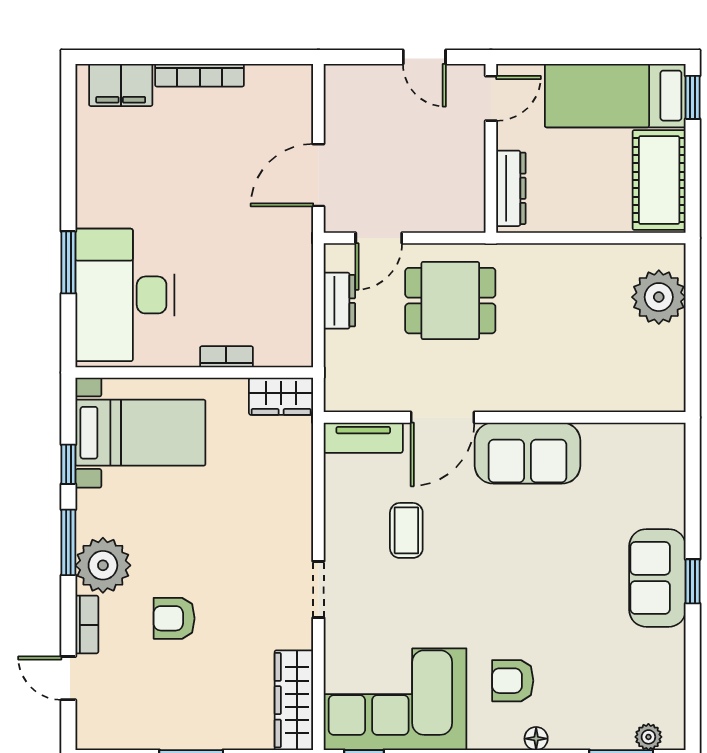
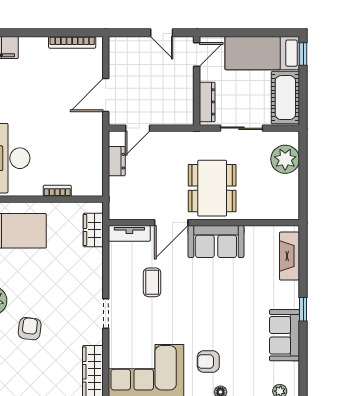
bookcase: (200, 75) -> (72, 42), moved
sliding door: (576, 238) -> (242, 128), added
dining table: (450, 301) -> (212, 188), moved, width x1.38
wardrobe: (281, 396) -> (93, 230), moved, turned 90
fireplace: (667, 481) -> (289, 256), added
sofa: (657, 578) -> (284, 335), moved
armchair: (174, 618) -> (30, 329), turned 97

